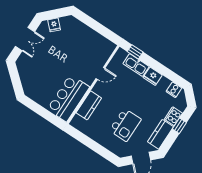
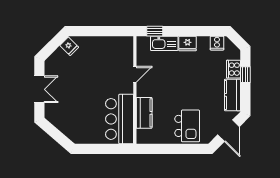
fridge: (54, 25) -> (69, 46), moved
kitchen island: (125, 125) -> (187, 126), moved

